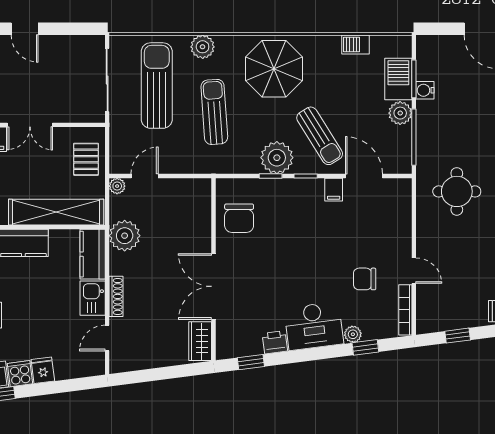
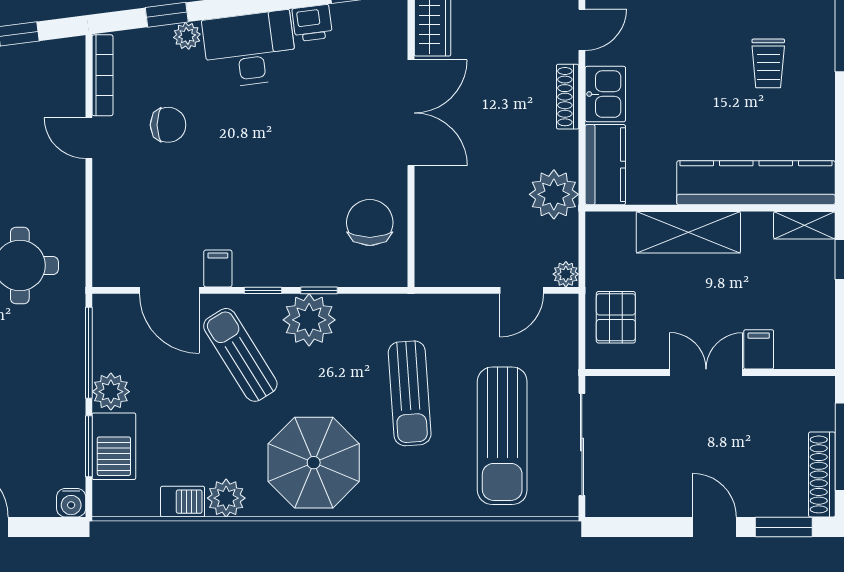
plant: (203, 47) -> (226, 498), moved
water cooler: (425, 90) -> (71, 503), moved, turned 90
shelving: (56, 212) -> (688, 232), width x0.68

